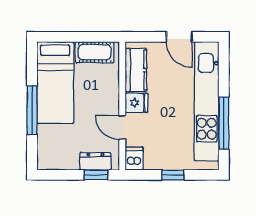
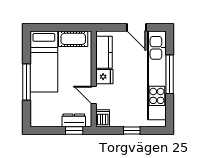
window: (224, 123) -> (170, 74), moved

